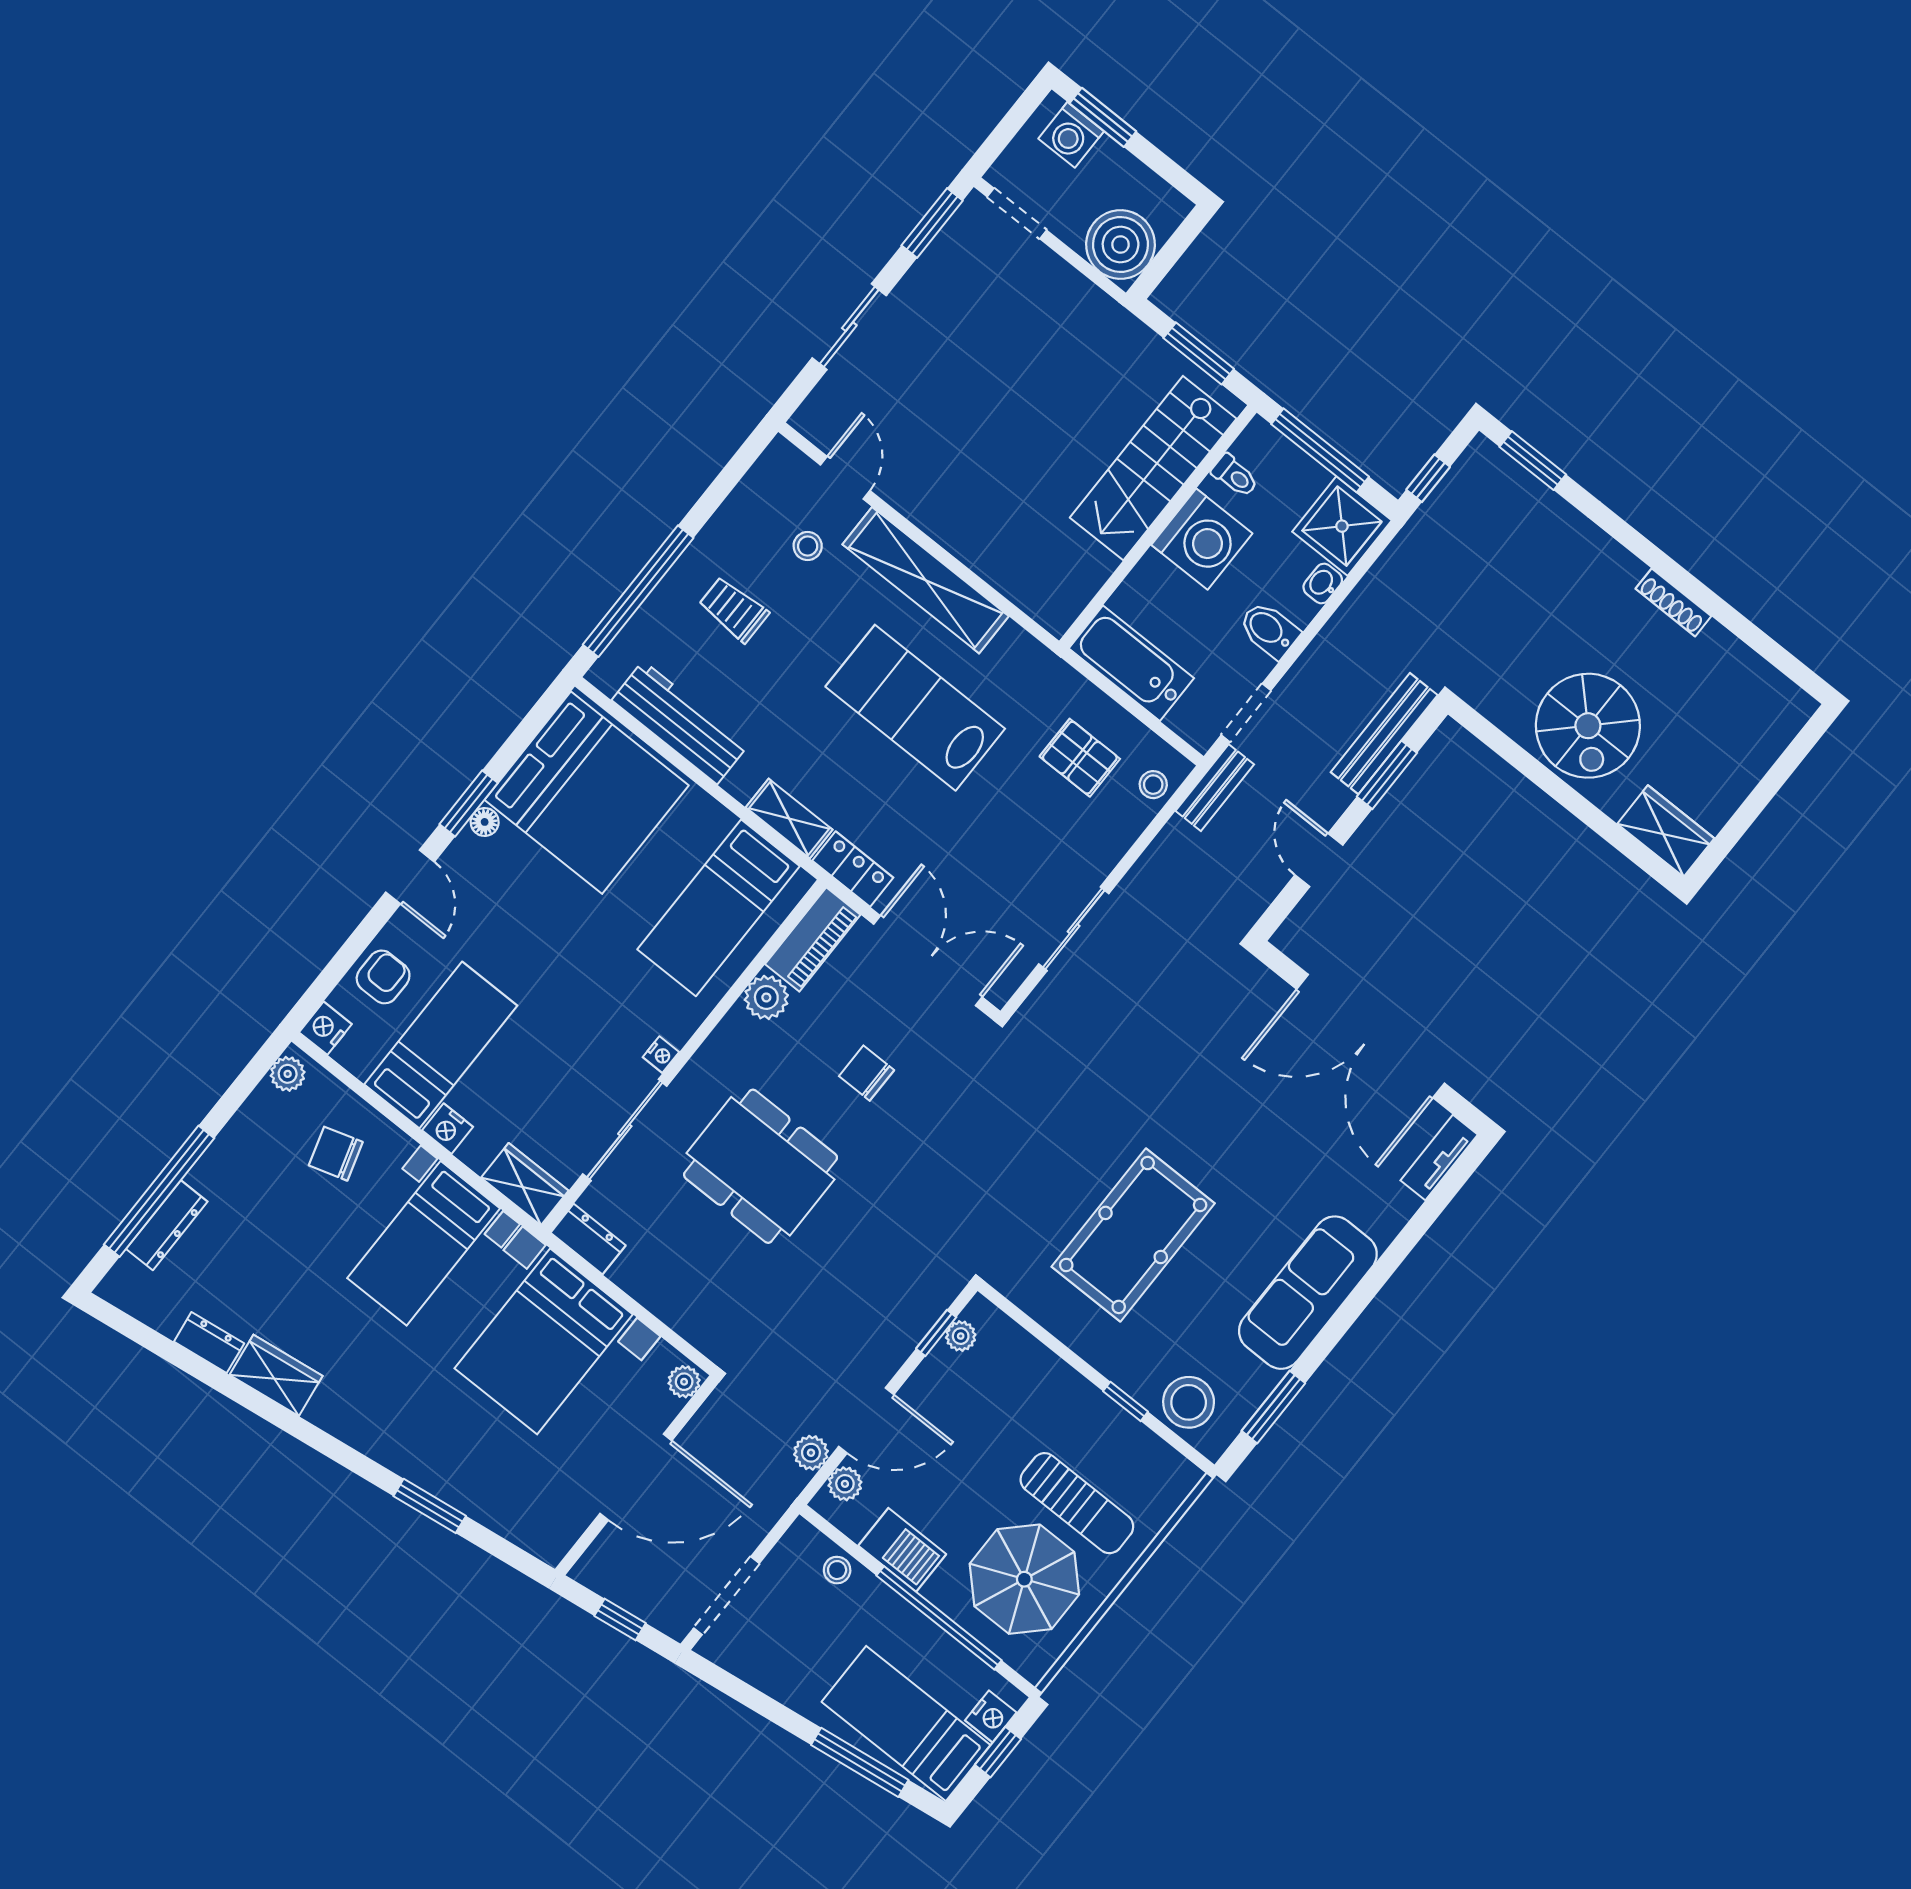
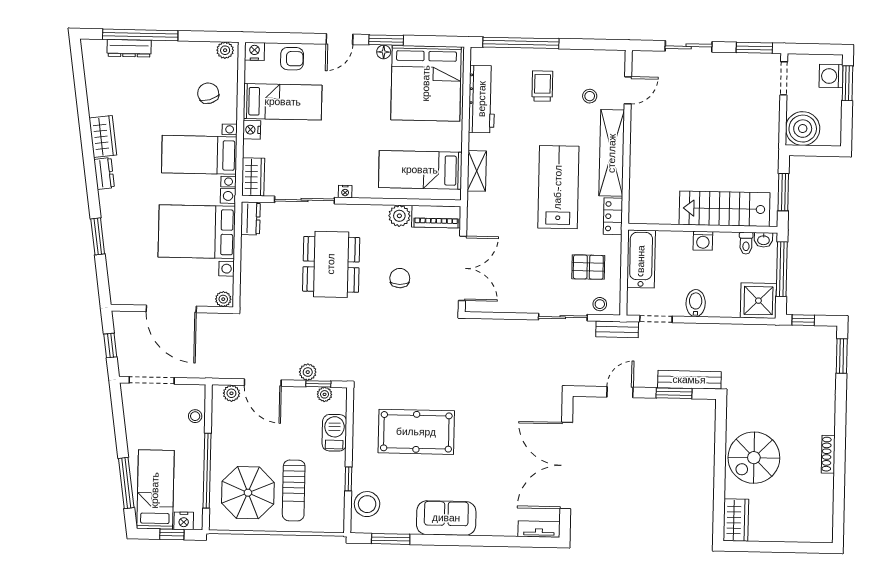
washing machine: (1202, 539) -> (703, 241), width x0.53, depth x0.53
washbasin: (1323, 584) -> (763, 240), moved, turned 180
pallet: (1080, 758) -> (588, 267), turned 90
locker: (853, 869) -> (613, 216), moved, turned 180
sliding door: (1074, 929) -> (563, 317), moved
sofa: (1308, 1293) -> (446, 518), width x0.73
dresser: (209, 1343) -> (104, 173), moved
plant: (811, 1453) -> (308, 372), moved
barbecue: (902, 1550) -> (334, 433), moved, turned 180

